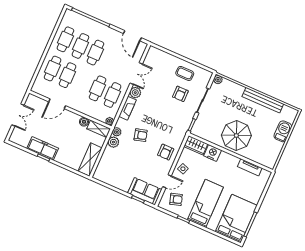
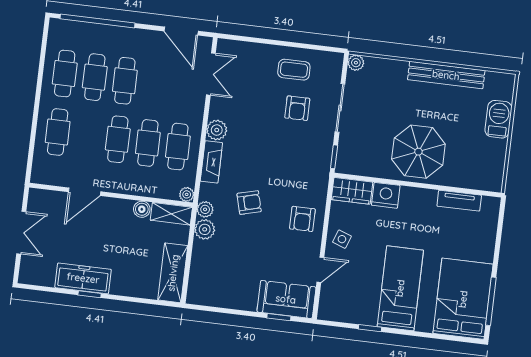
double door: (136, 73) -> (211, 74), moved
cafe table: (68, 75) -> (118, 139), moved
armchair: (176, 199) -> (346, 297), removed

